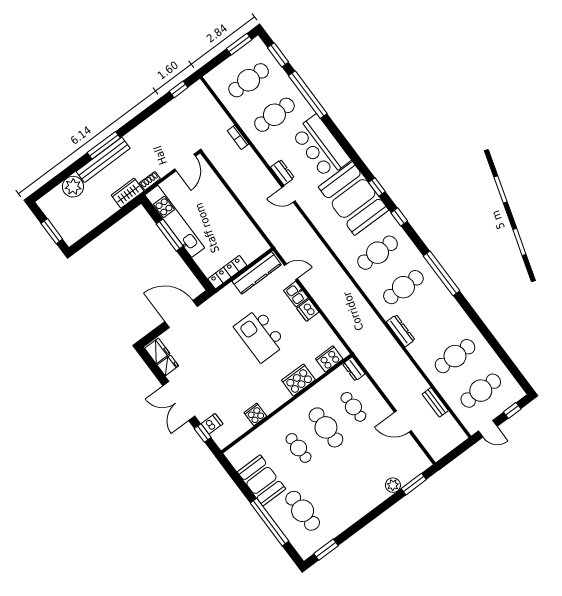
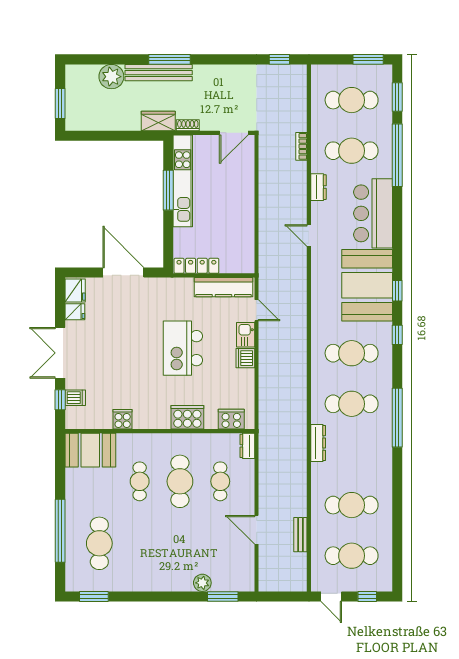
dresser: (282, 172) -> (319, 187), moved
booth: (261, 480) -> (90, 450), moved, turned 90

